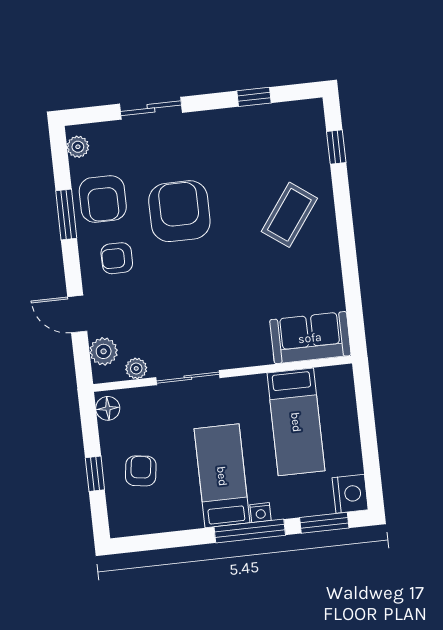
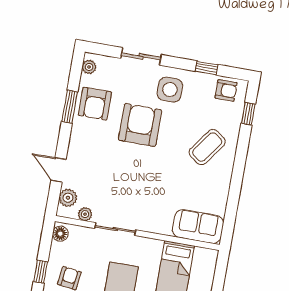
side table: (209, 145) -> (170, 90), added
armchair: (117, 258) -> (226, 90), moved, turned 180

